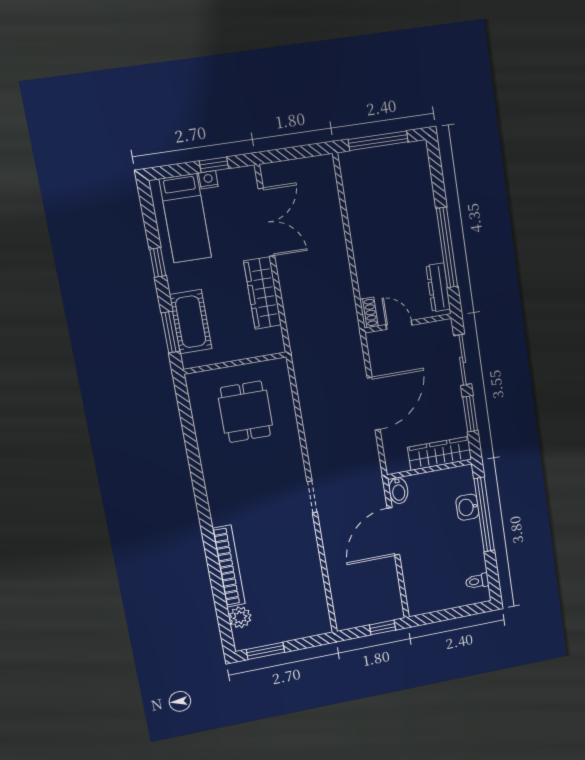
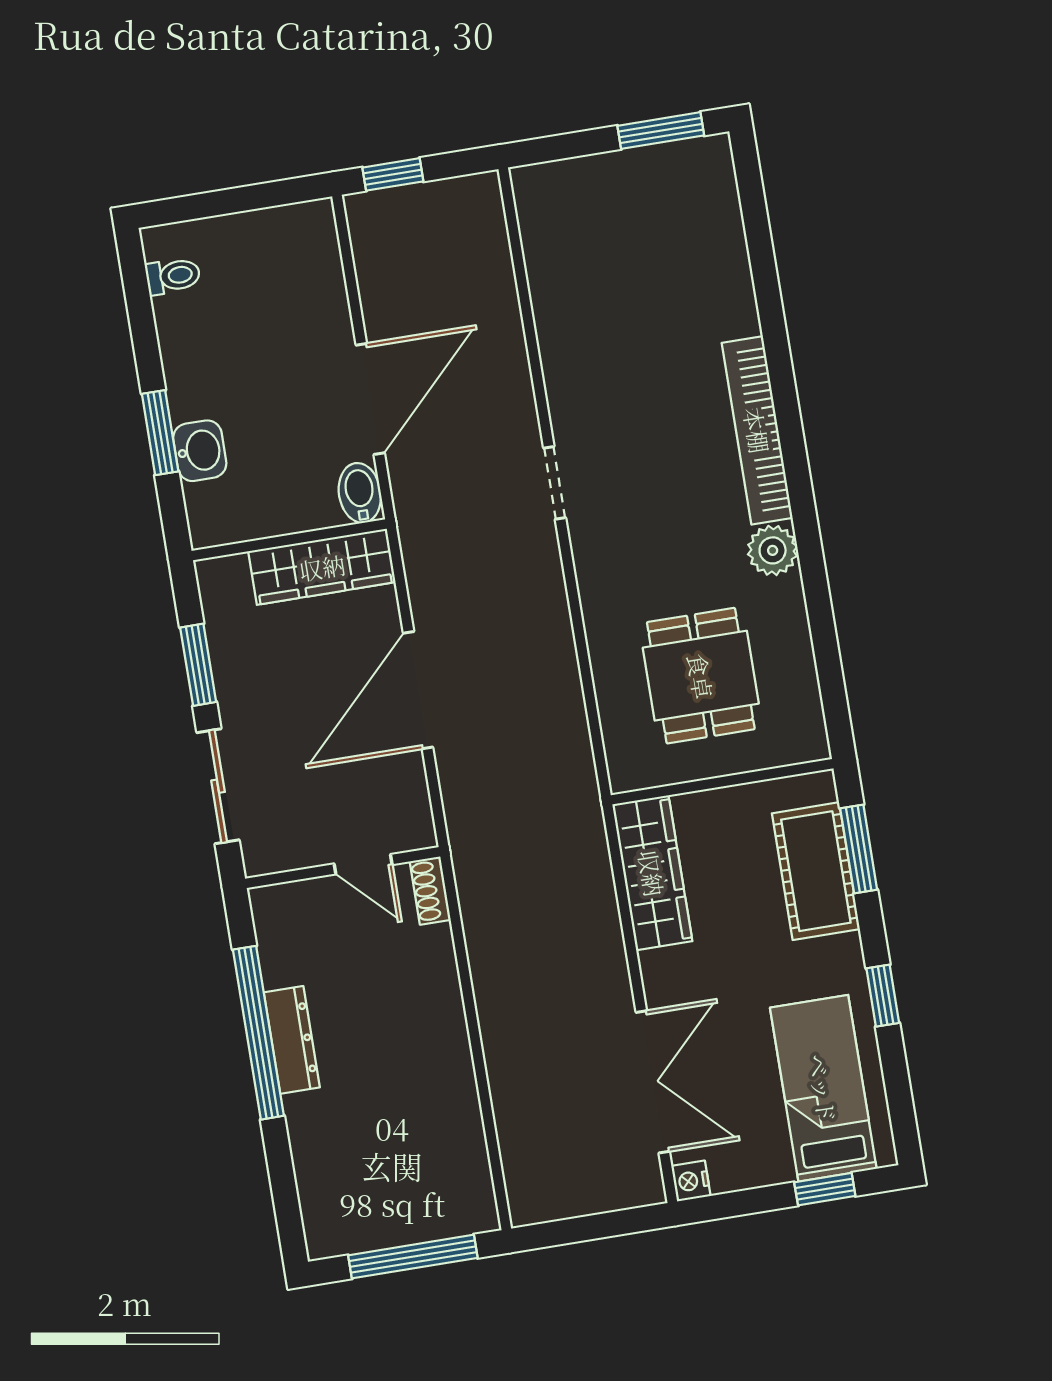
window: (214, 165) -> (825, 1189), moved
nightstand: (208, 180) -> (691, 1181), moved, turned 90
double door: (266, 222) -> (653, 1082), swing flipped
dresser: (438, 287) -> (292, 1040), moved
wardrobe: (263, 293) -> (652, 873), moved
wardrobe: (440, 453) -> (322, 567), moved
window: (484, 515) -> (160, 433), width x0.47
bookcase: (229, 566) -> (757, 430), moved
plant: (240, 617) -> (773, 550), moved

